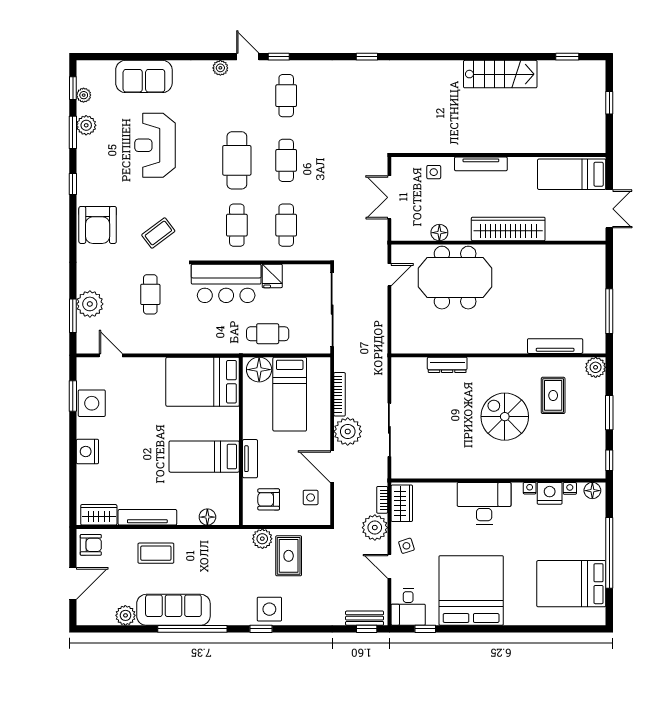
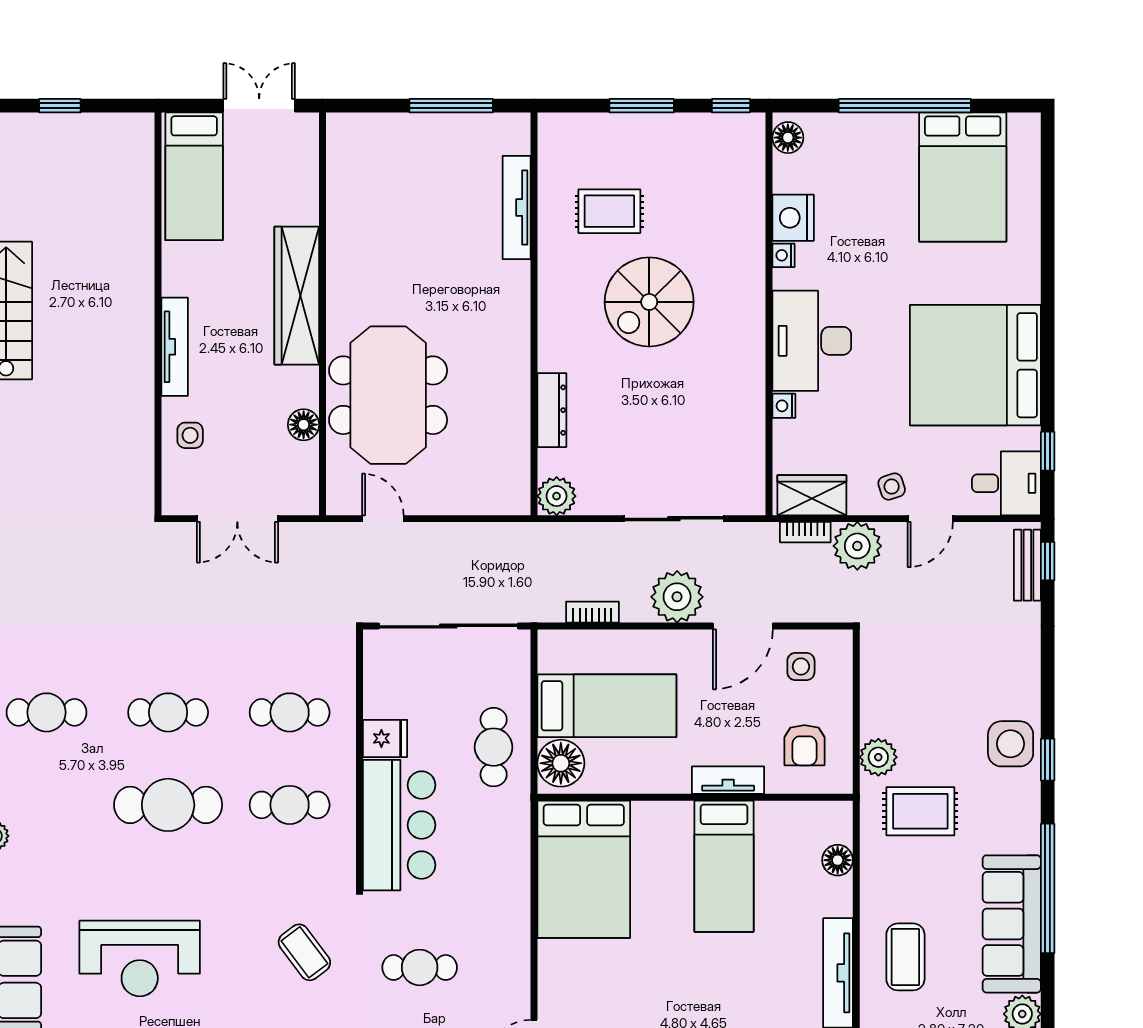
plant: (596, 367) -> (557, 496), moved
bookcase: (340, 394) -> (592, 612), width x0.64
nightstand: (570, 488) -> (784, 406), moved
rug: (289, 556) -> (920, 811), moved

